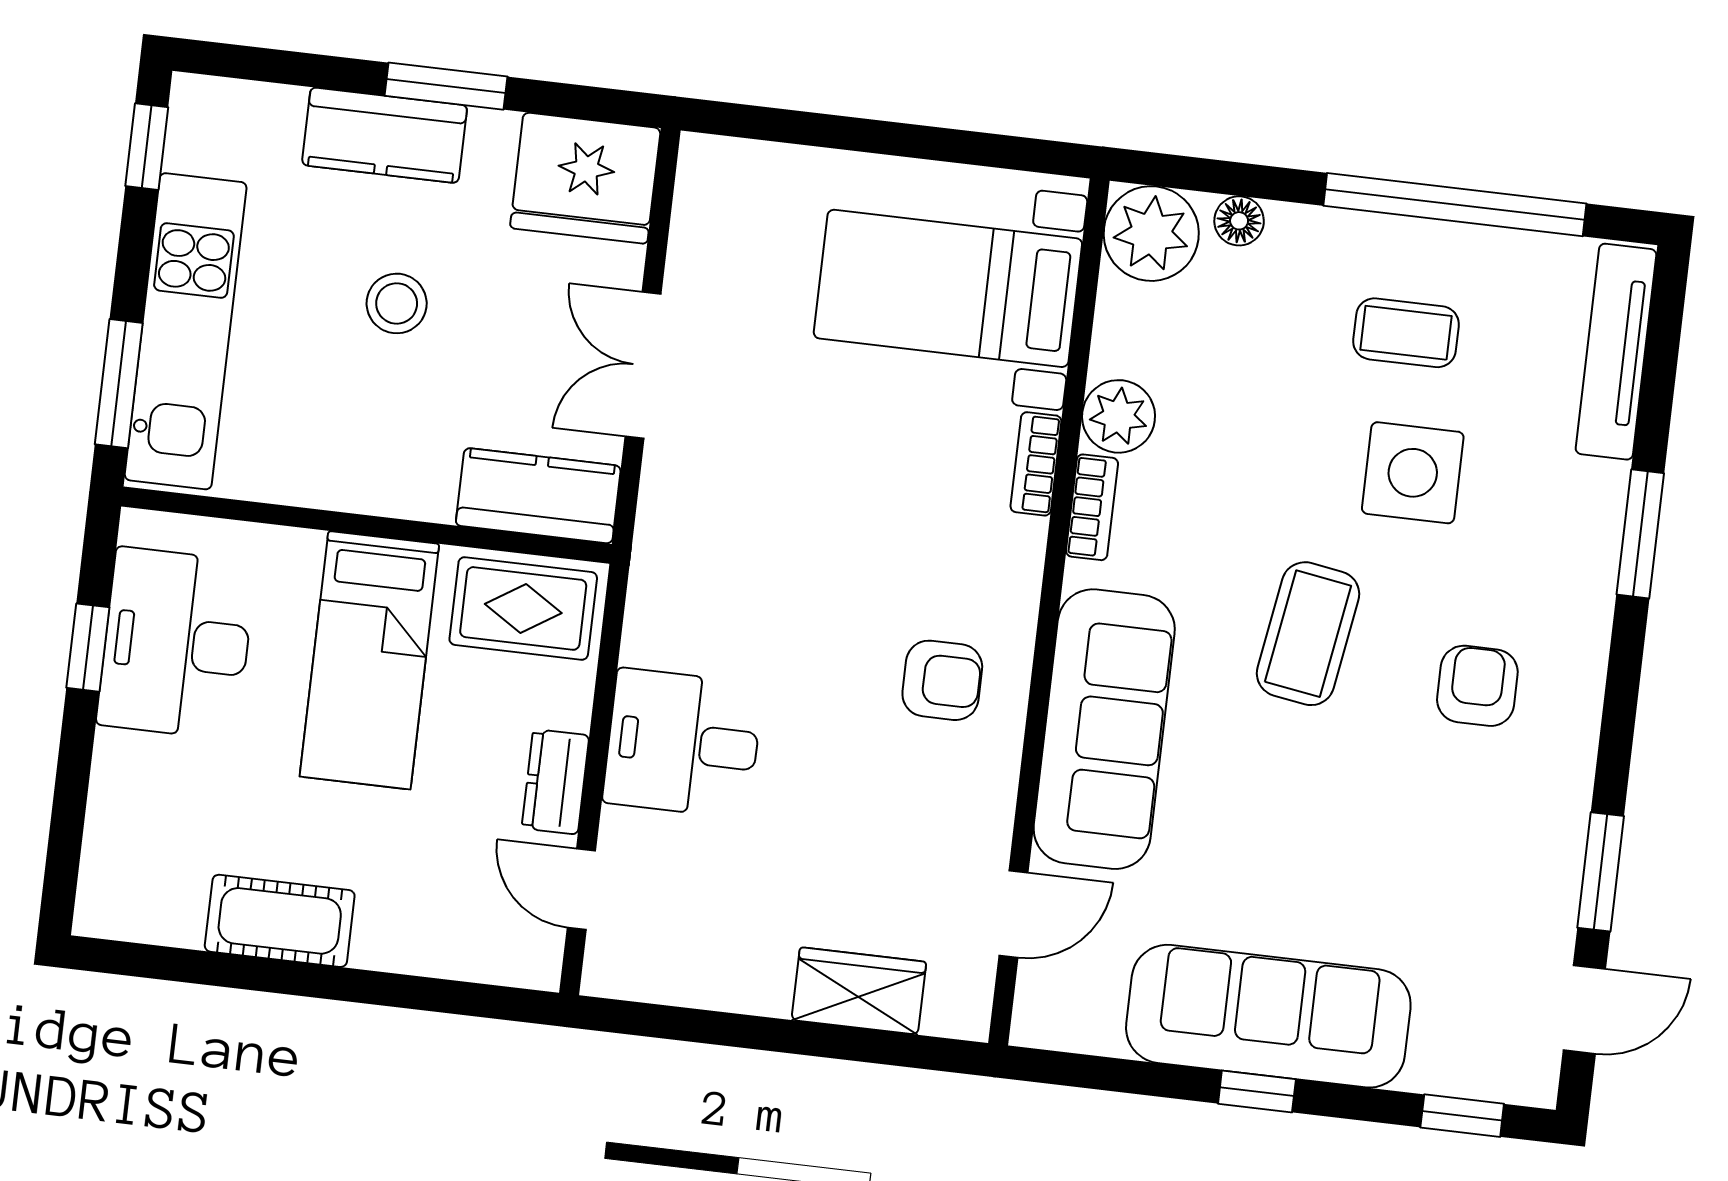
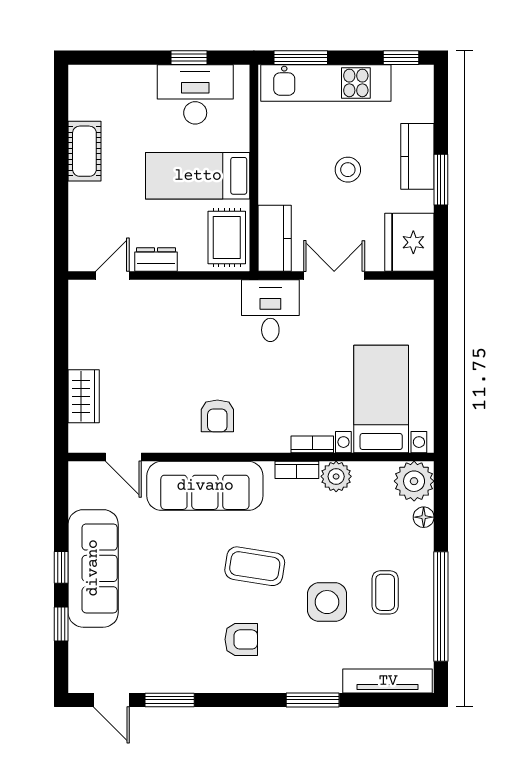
desk: (683, 743) -> (270, 311), moved
window: (1462, 1116) -> (61, 624), moved

